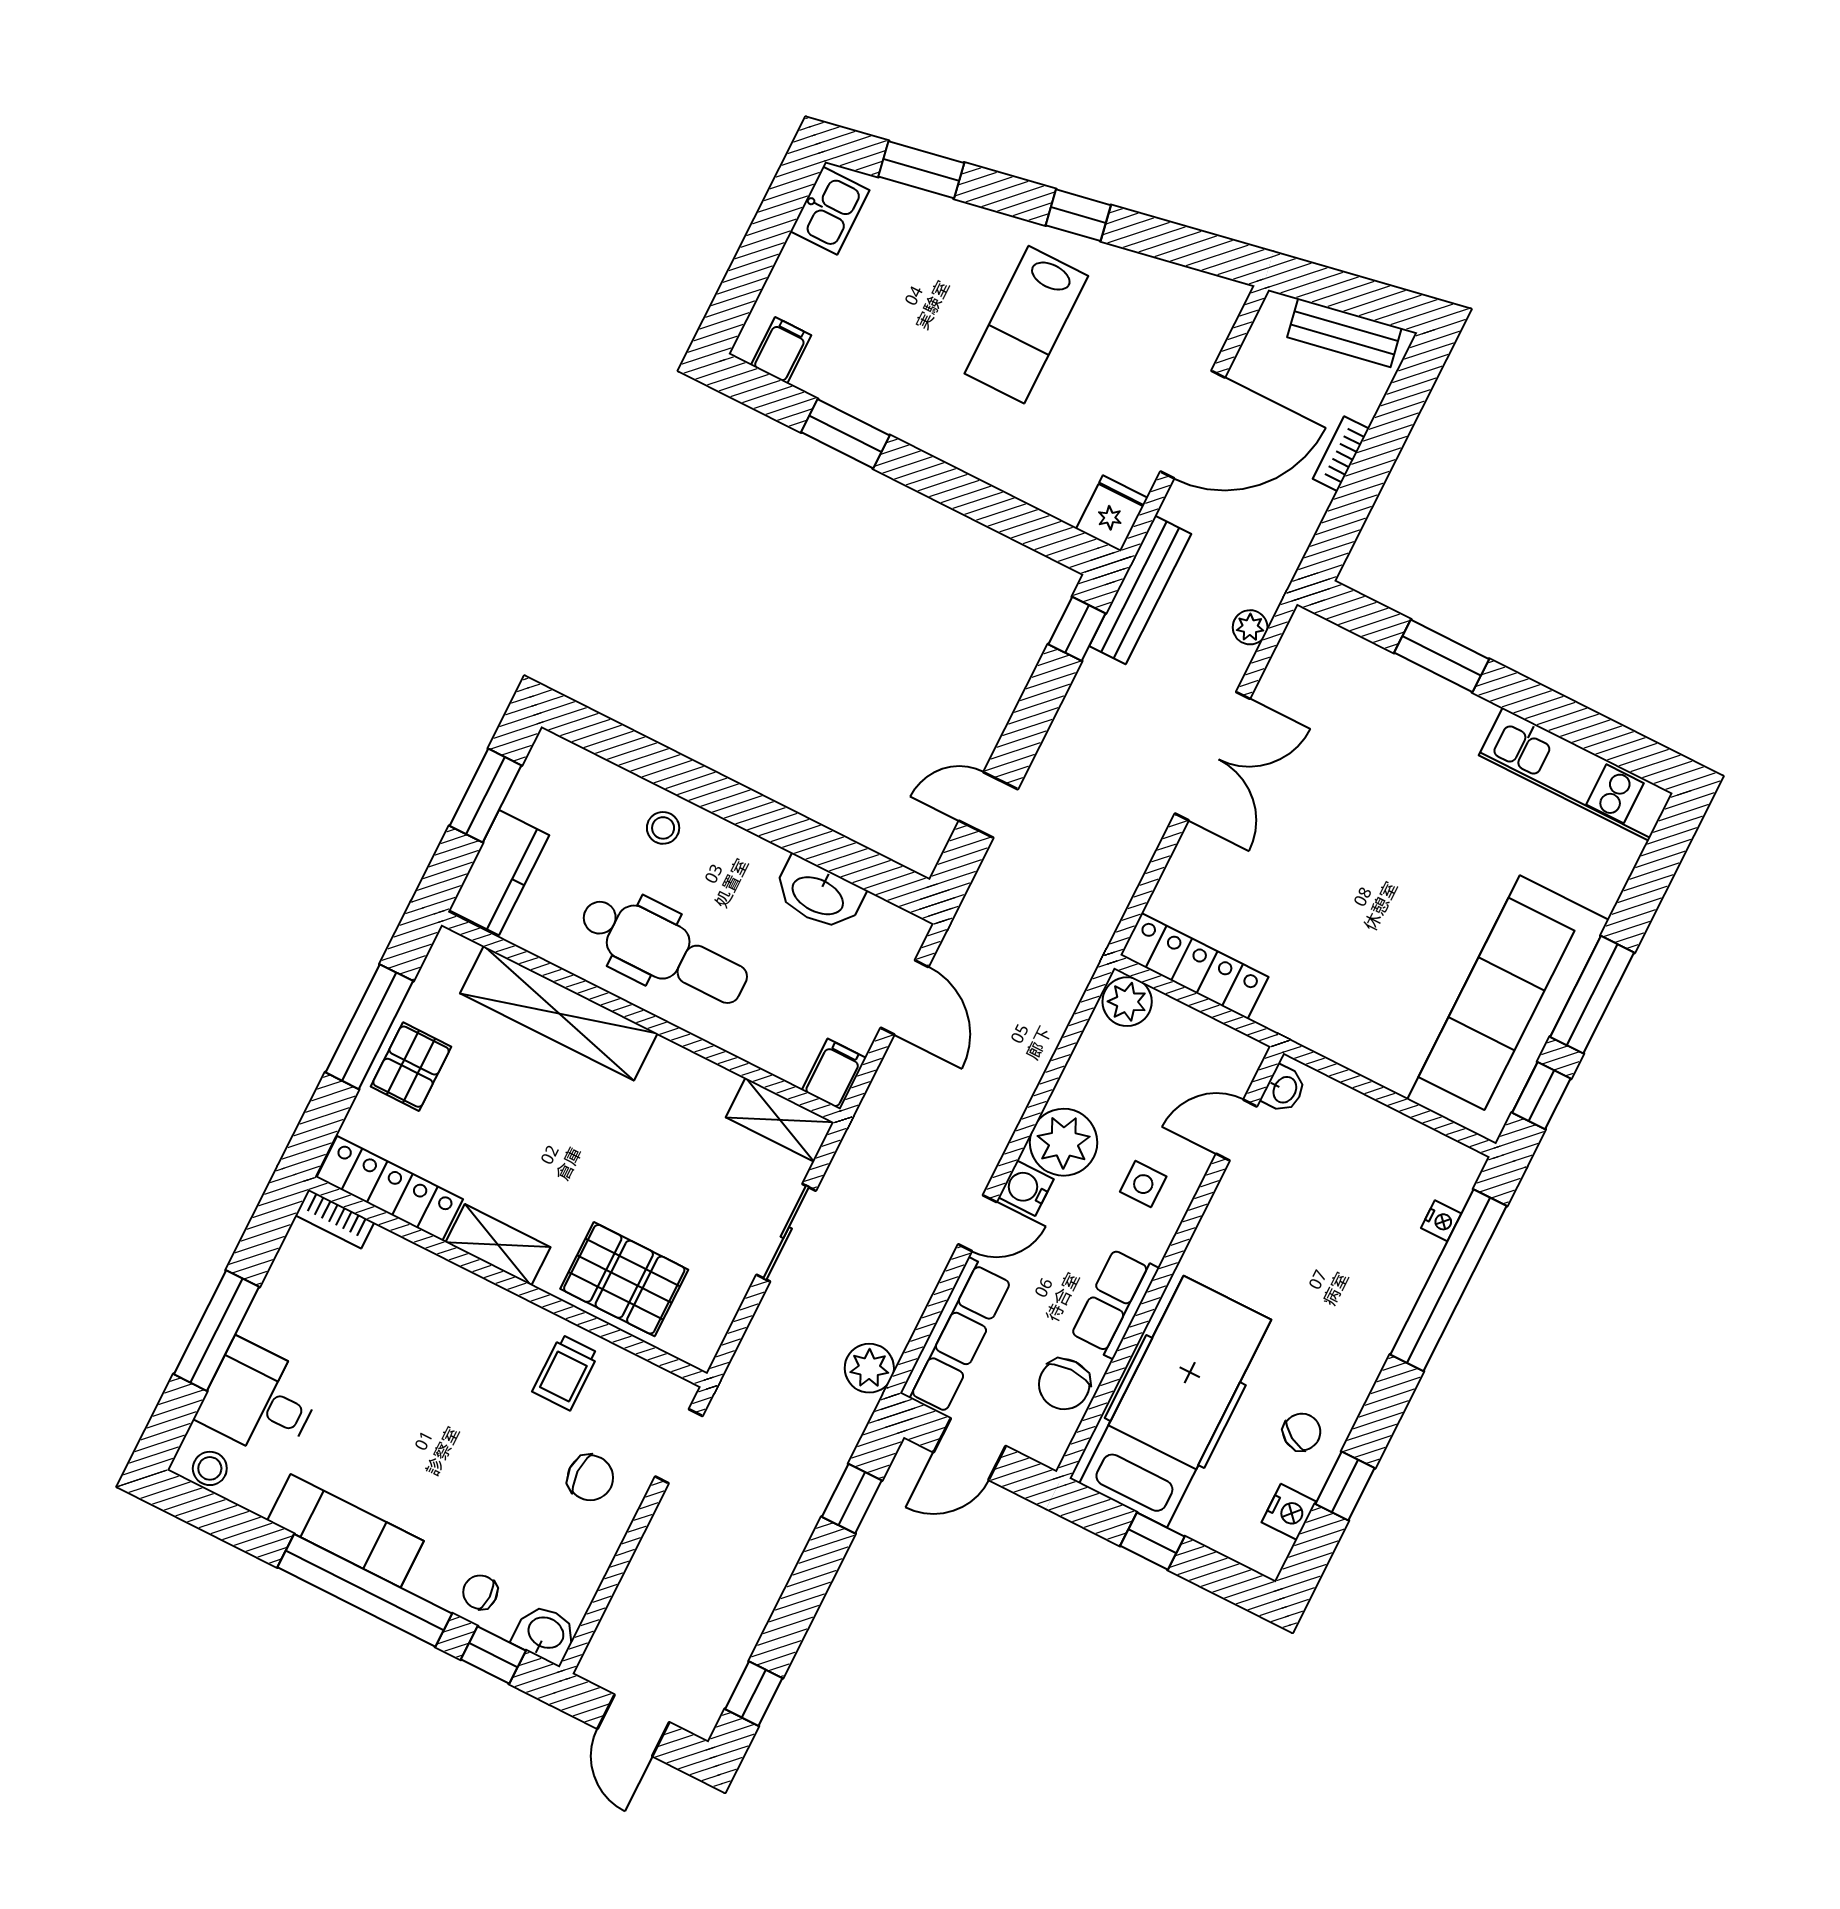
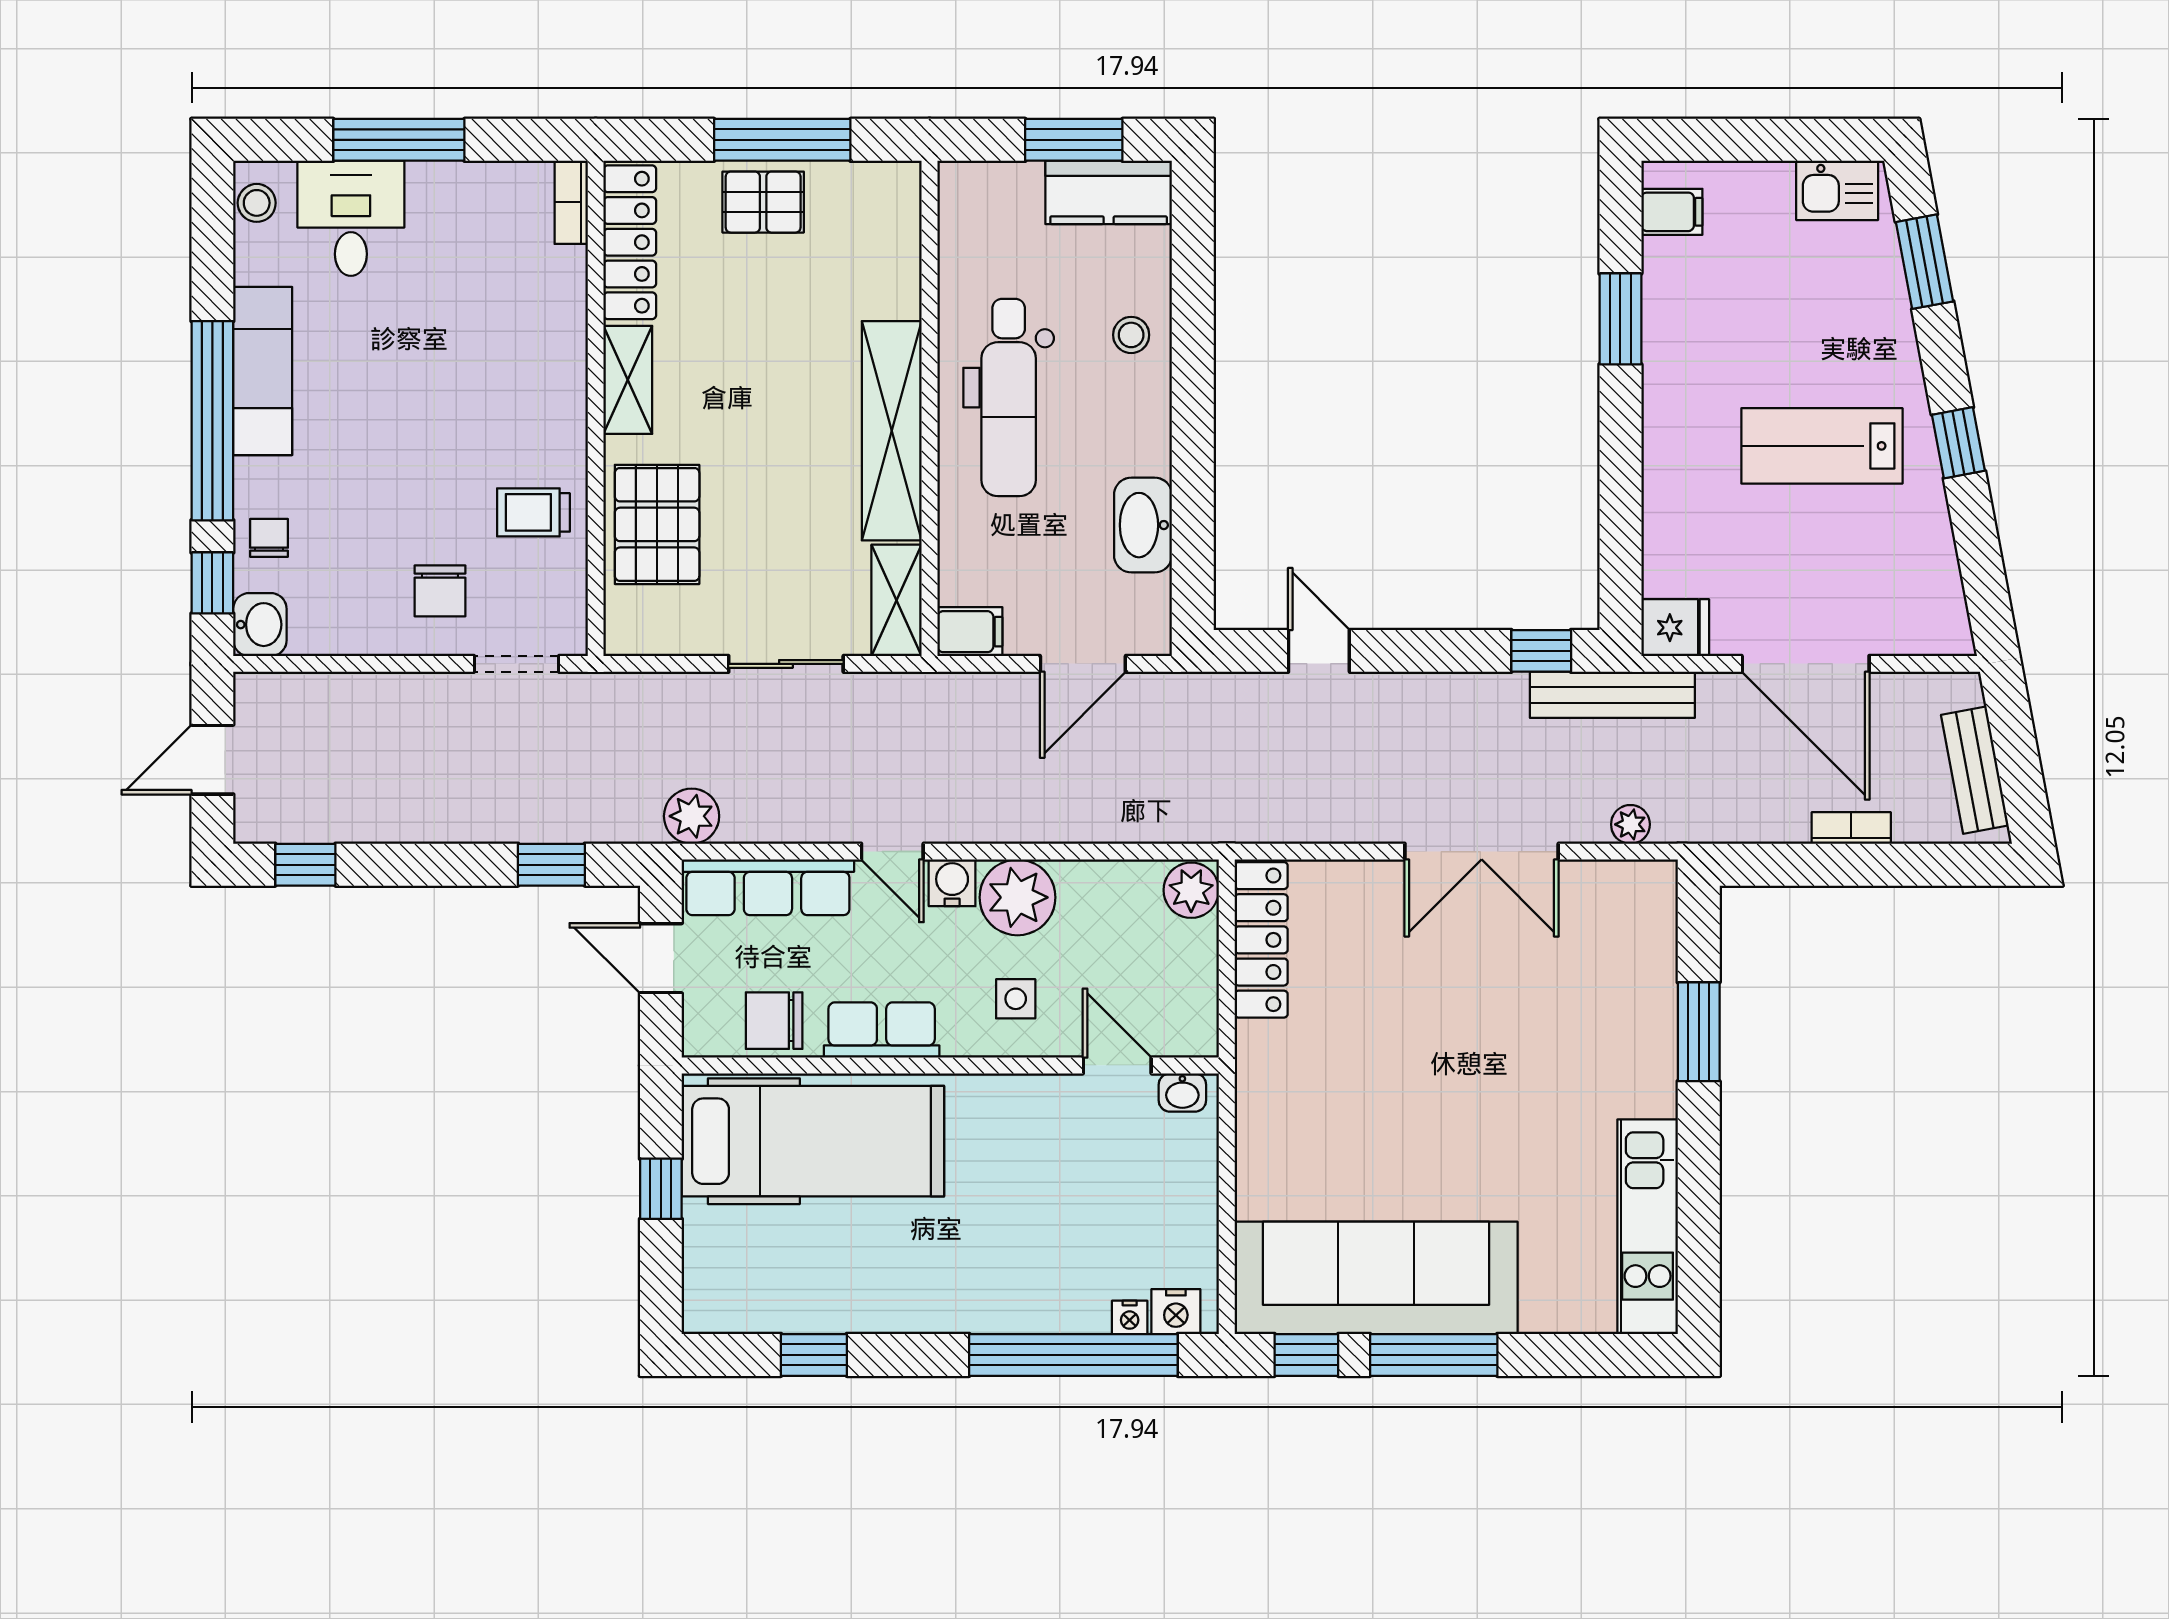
kitchen counter: (499, 873) -> (1109, 192), moved
shelving: (559, 1013) -> (892, 431), moved
chair: (1302, 1432) -> (846, 1284), removed
nightstand: (1289, 1512) -> (1176, 1312), moved

